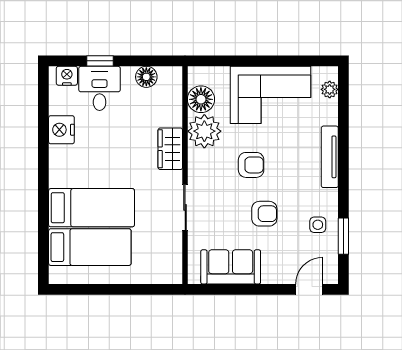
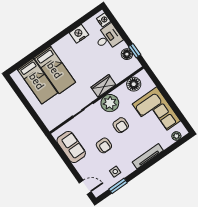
window: (100, 61) -> (135, 51), moved
plant: (204, 131) -> (110, 103), moved

